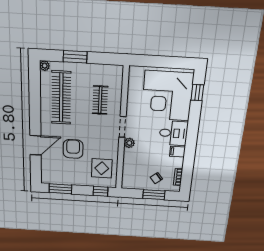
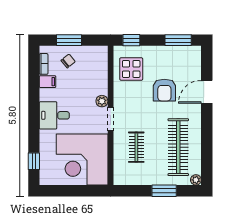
corner desk: (167, 96) -> (82, 160), moved, turned 180
filing cabinet: (177, 152) -> (48, 82), moved

